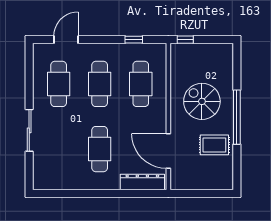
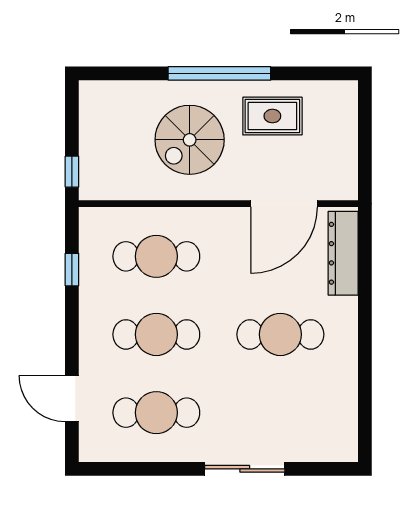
rug: (214, 145) -> (272, 116), turned 90

